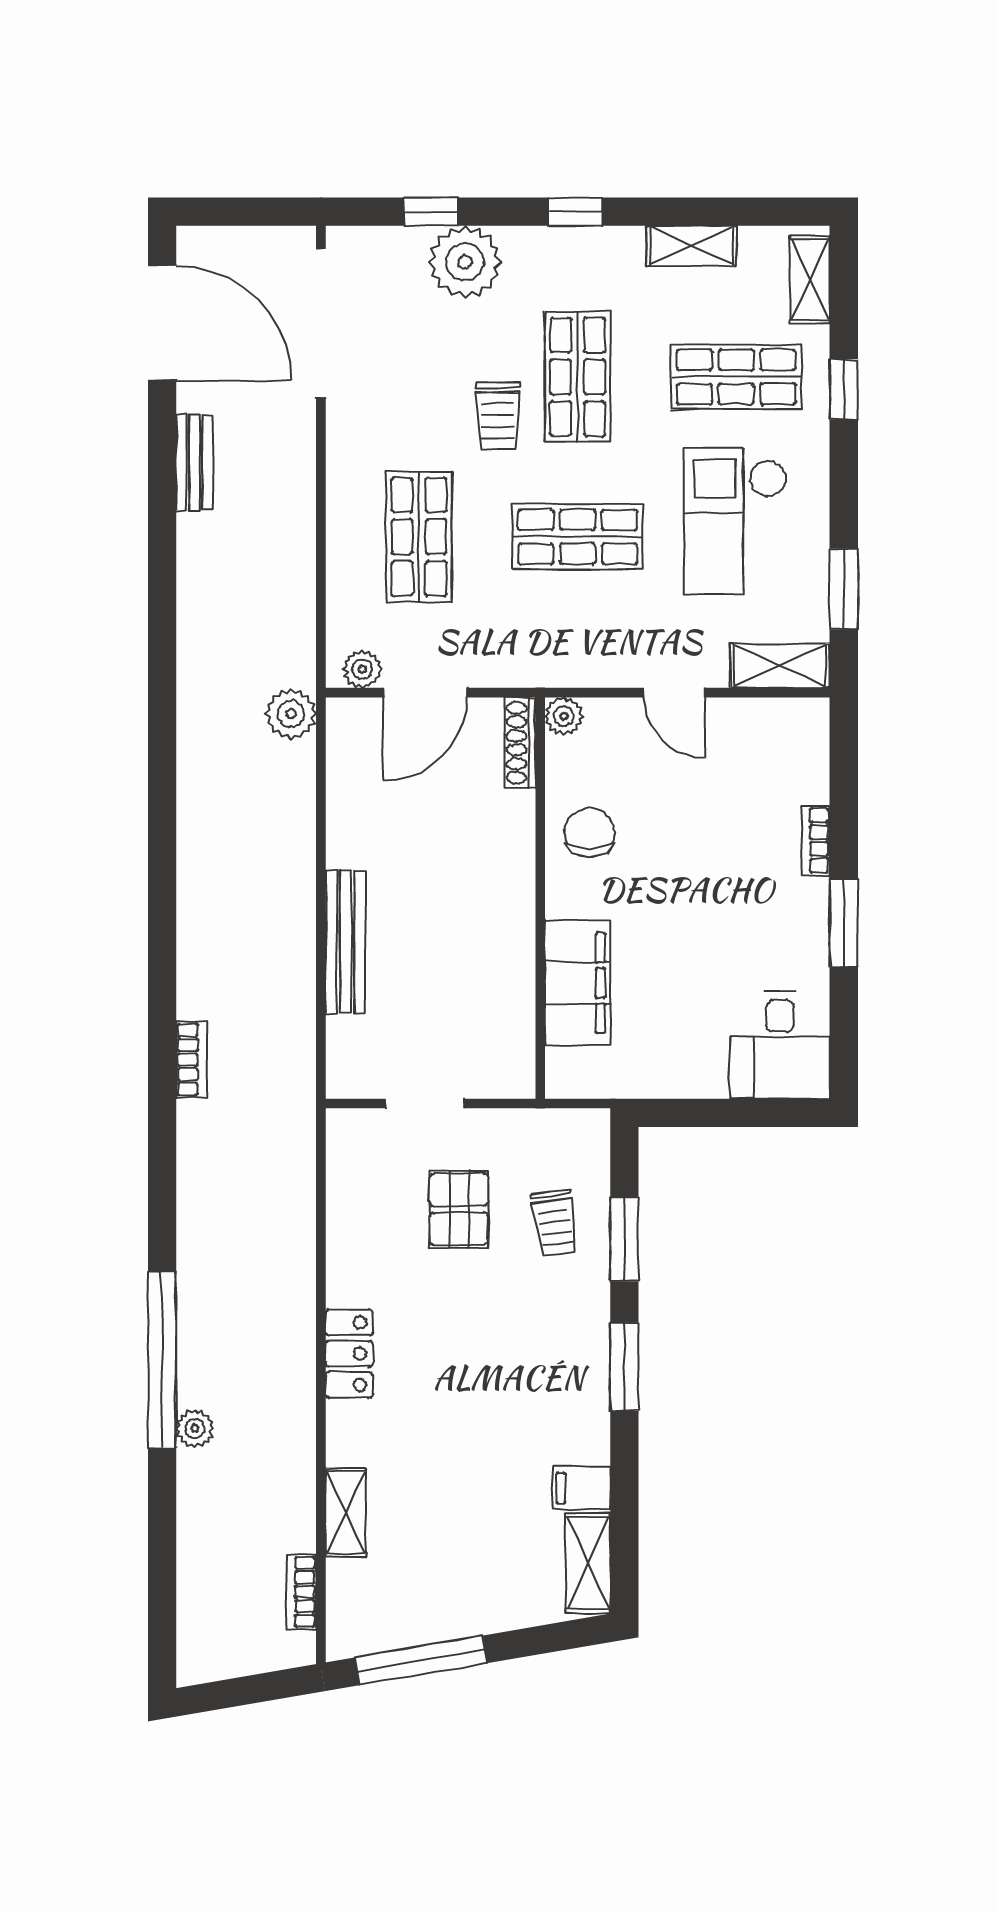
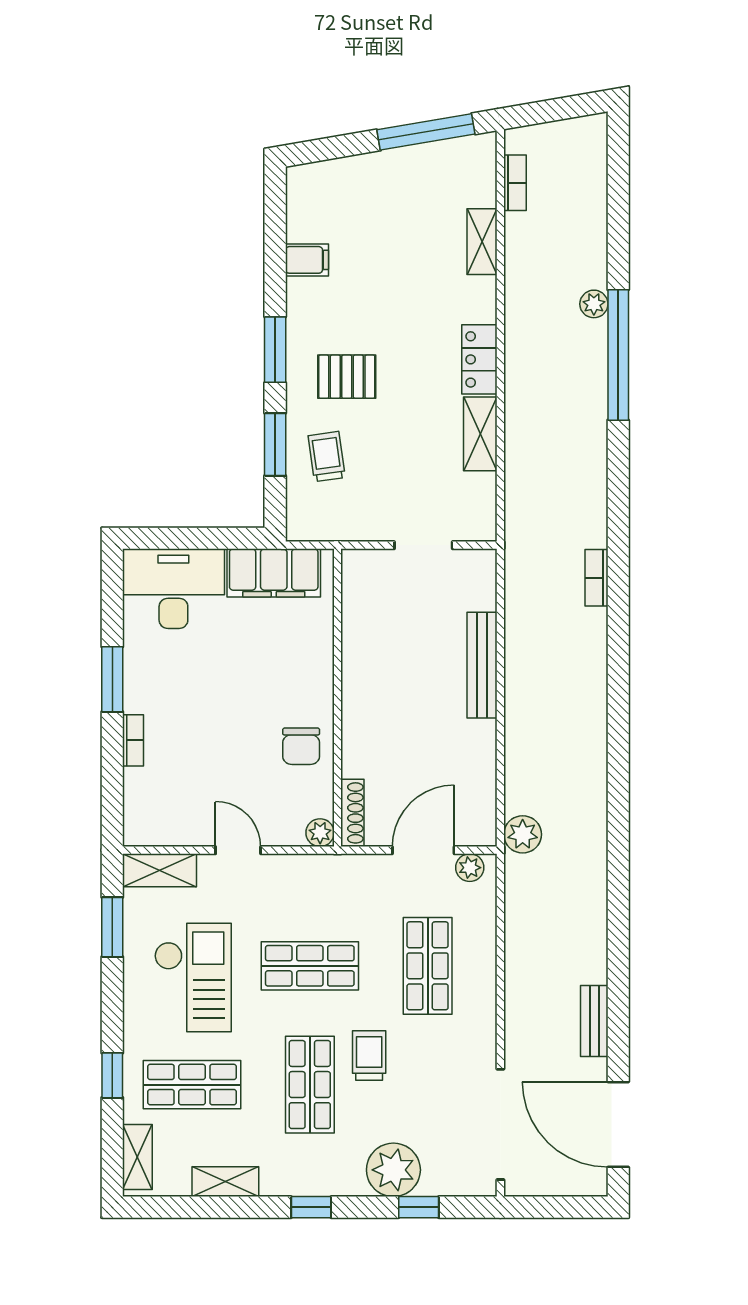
filing cabinet: (578, 983) -> (274, 573), moved, turned -90
desk: (780, 1045) -> (173, 589), width x1.37
pallet: (459, 1209) -> (347, 377), moved, turned 90
shelving: (588, 1563) -> (480, 434), moved

